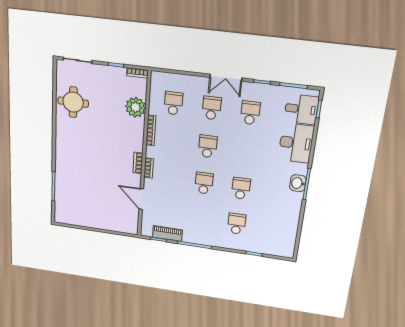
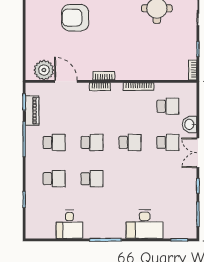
plant: (136, 107) -> (44, 70), moved
desk: (301, 109) -> (69, 224), moved
school desk: (250, 113) -> (54, 142), moved
armchair: (80, 182) -> (75, 18), added
washbasin: (298, 183) -> (190, 124), moved, turned -90
door: (141, 199) -> (66, 81), hinge flipped

